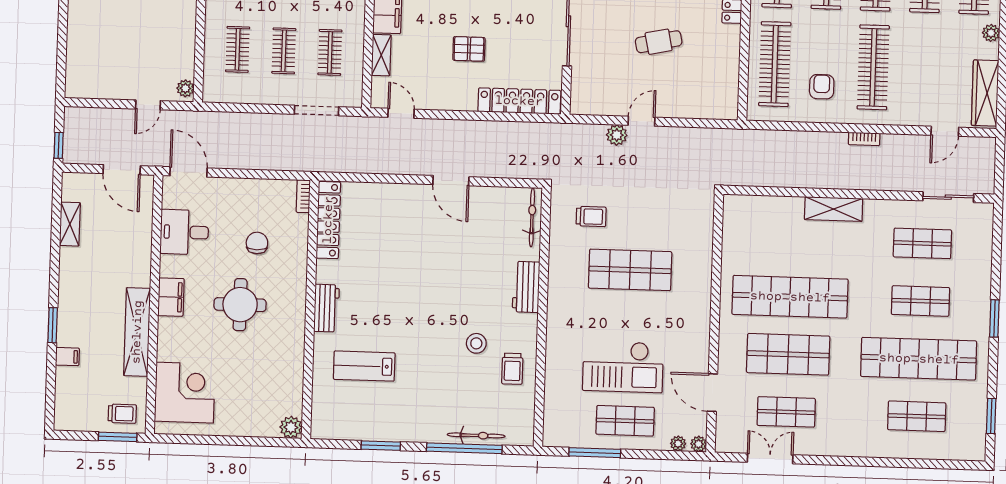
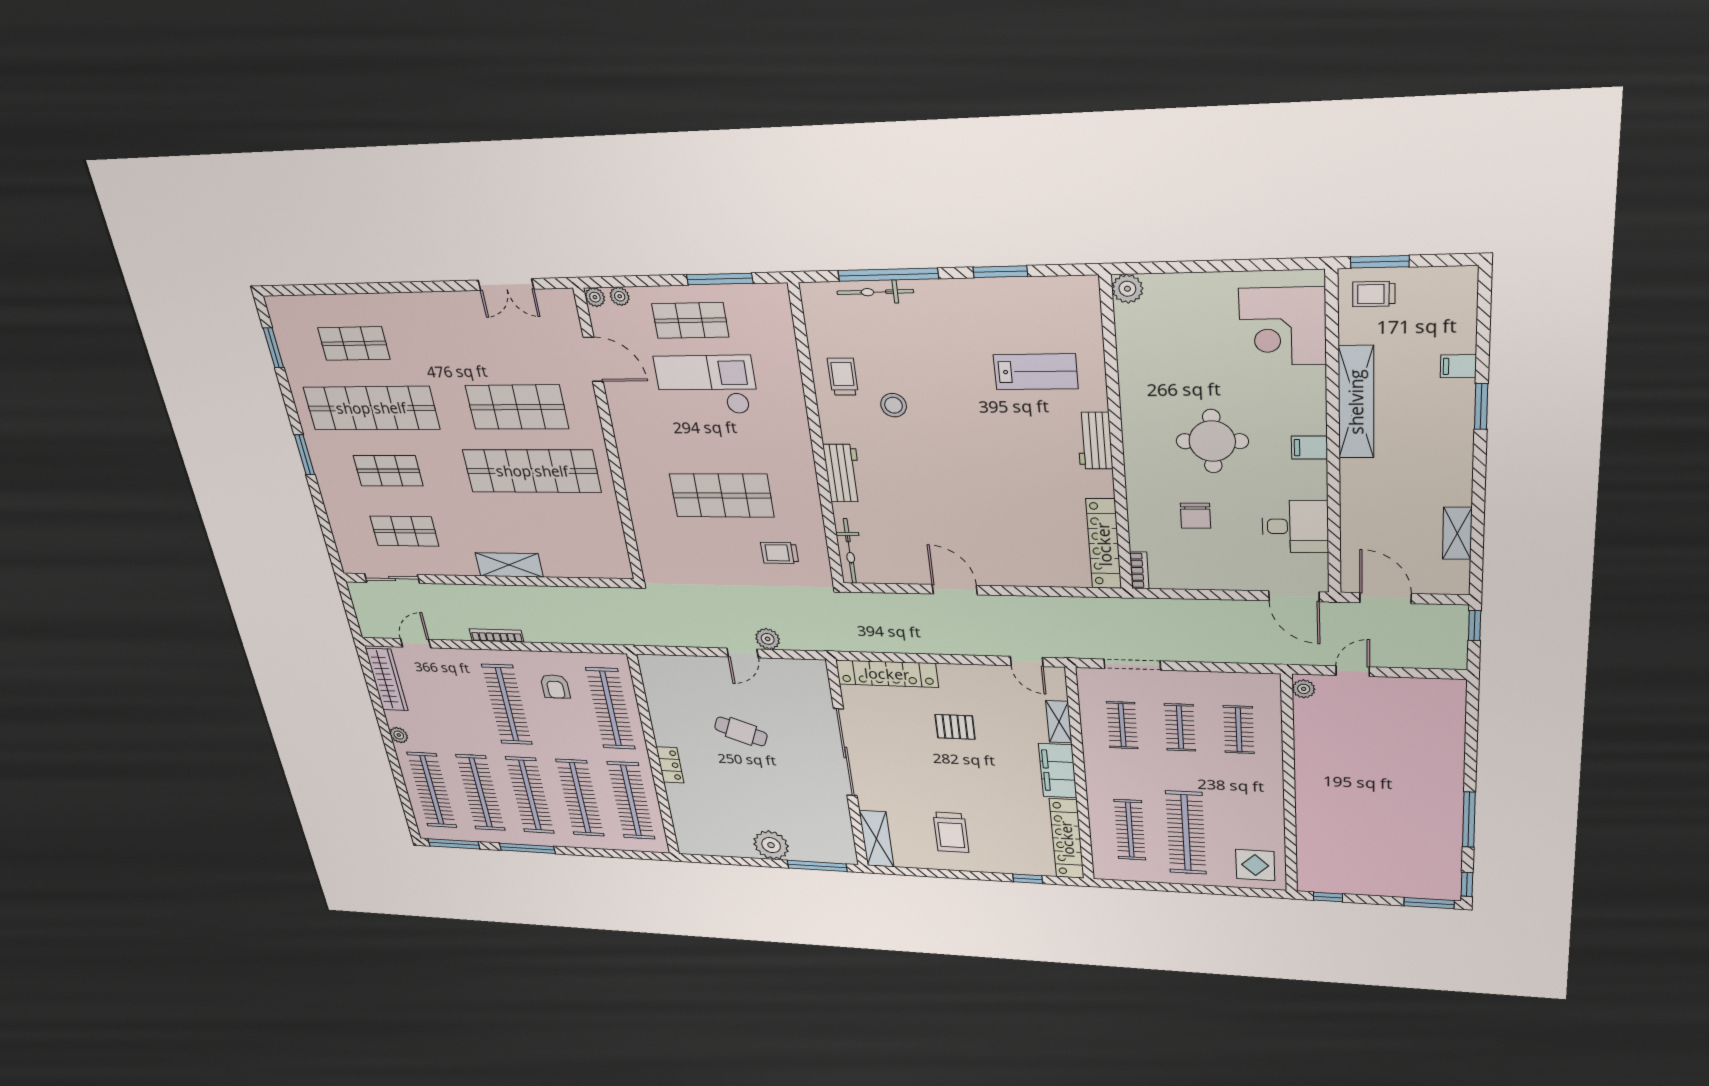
cafe table: (659, 42) -> (741, 731), turned 33
bookcase: (864, 139) -> (497, 636), width x1.56
filing cabinet: (171, 297) -> (1309, 448), width x0.50
shop shelf: (786, 412) -> (502, 341), removed

